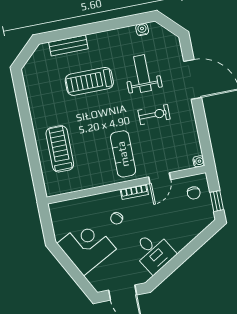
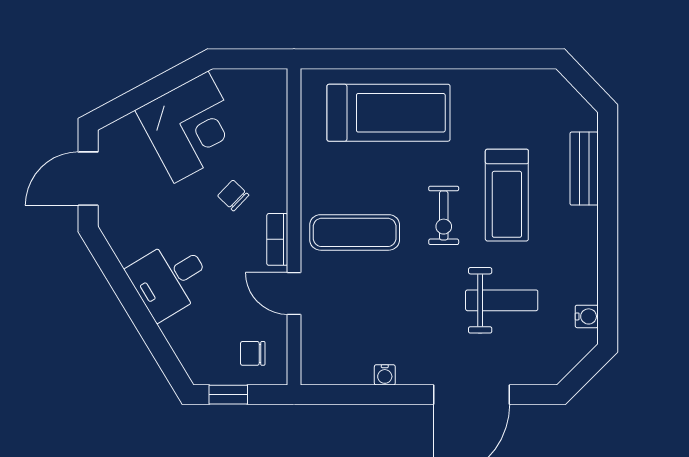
treadmill: (89, 81) -> (507, 195), turned 180
exercise bike: (154, 115) -> (444, 215), moved
treadmill: (60, 149) -> (389, 113), width x1.37, depth x1.38
water cooler: (199, 161) -> (385, 375), moved
desk: (154, 252) -> (170, 279), moved

